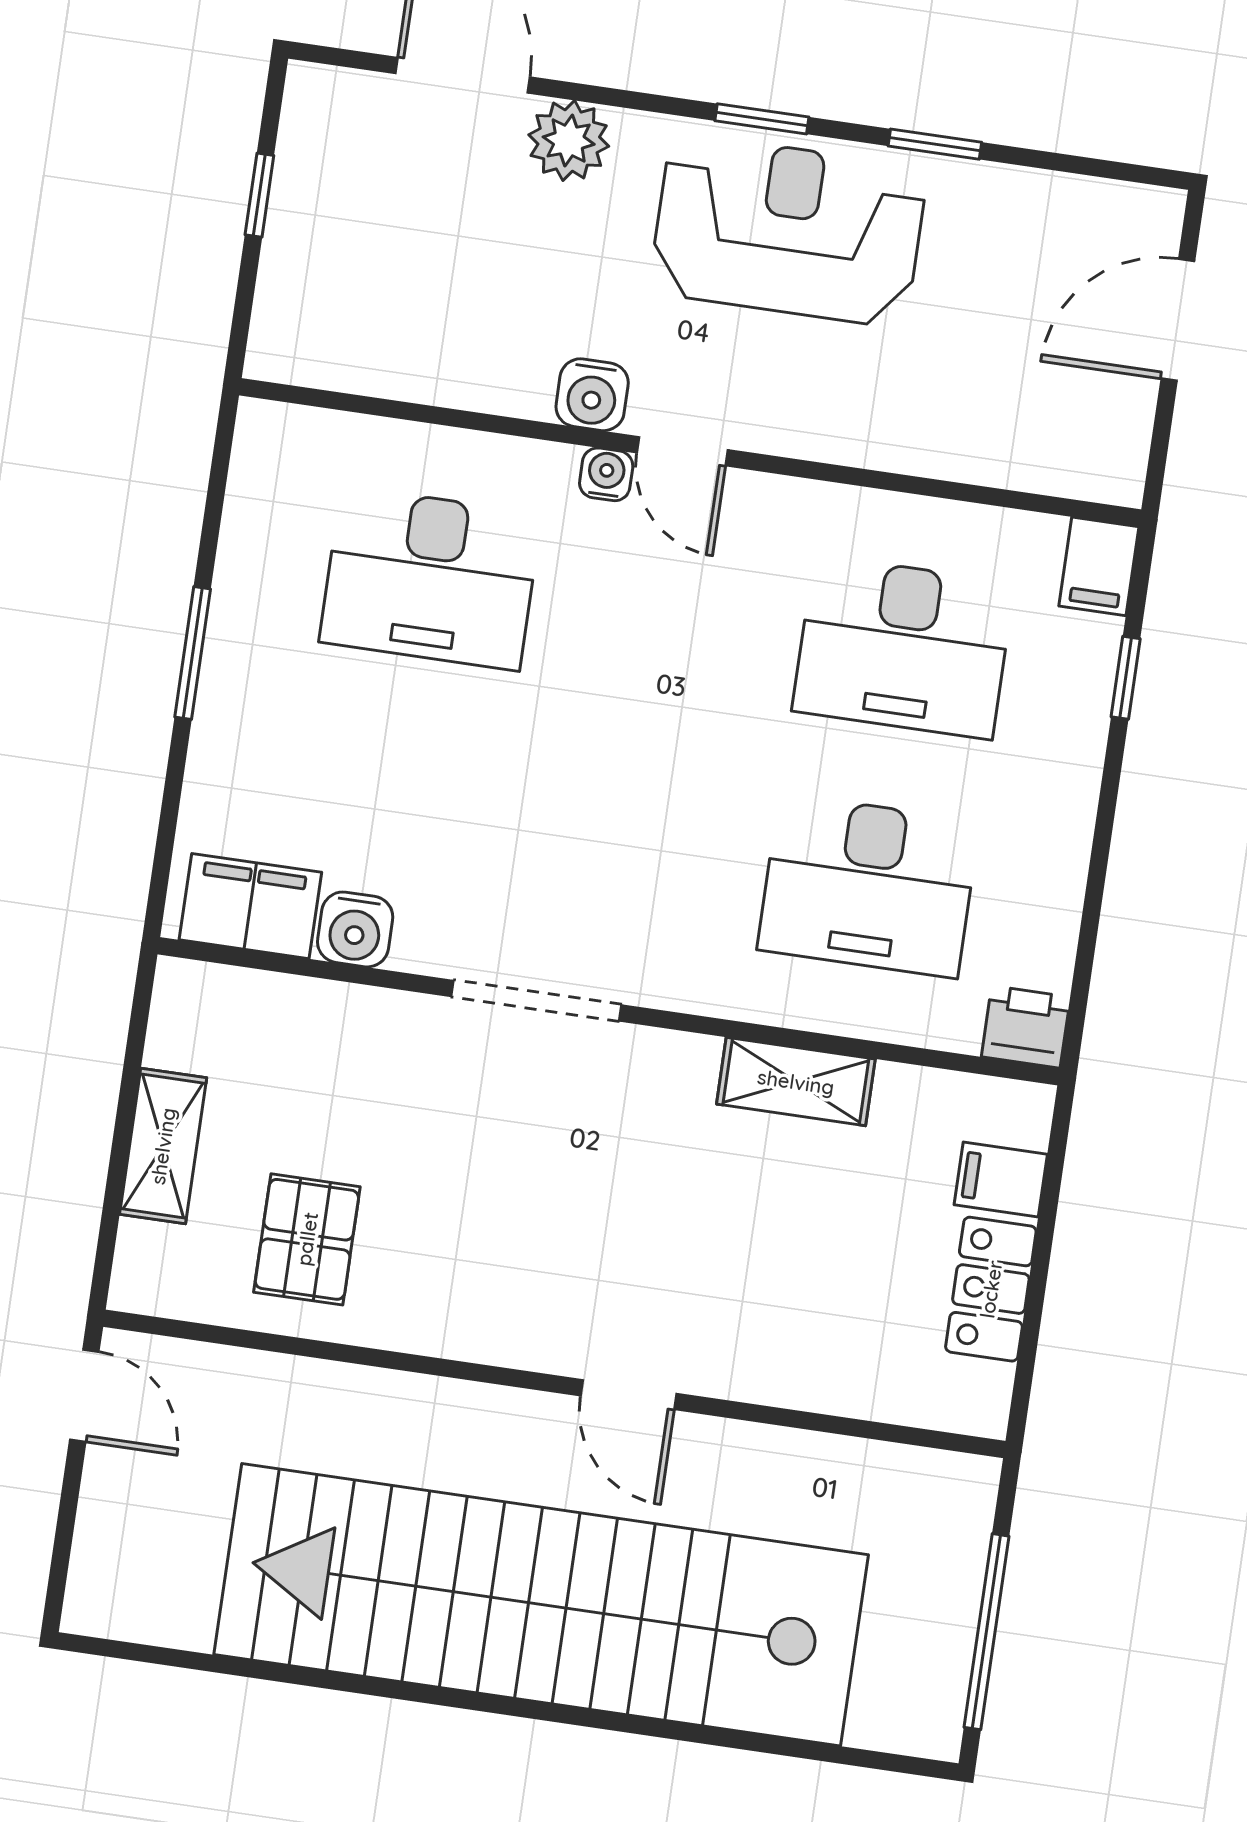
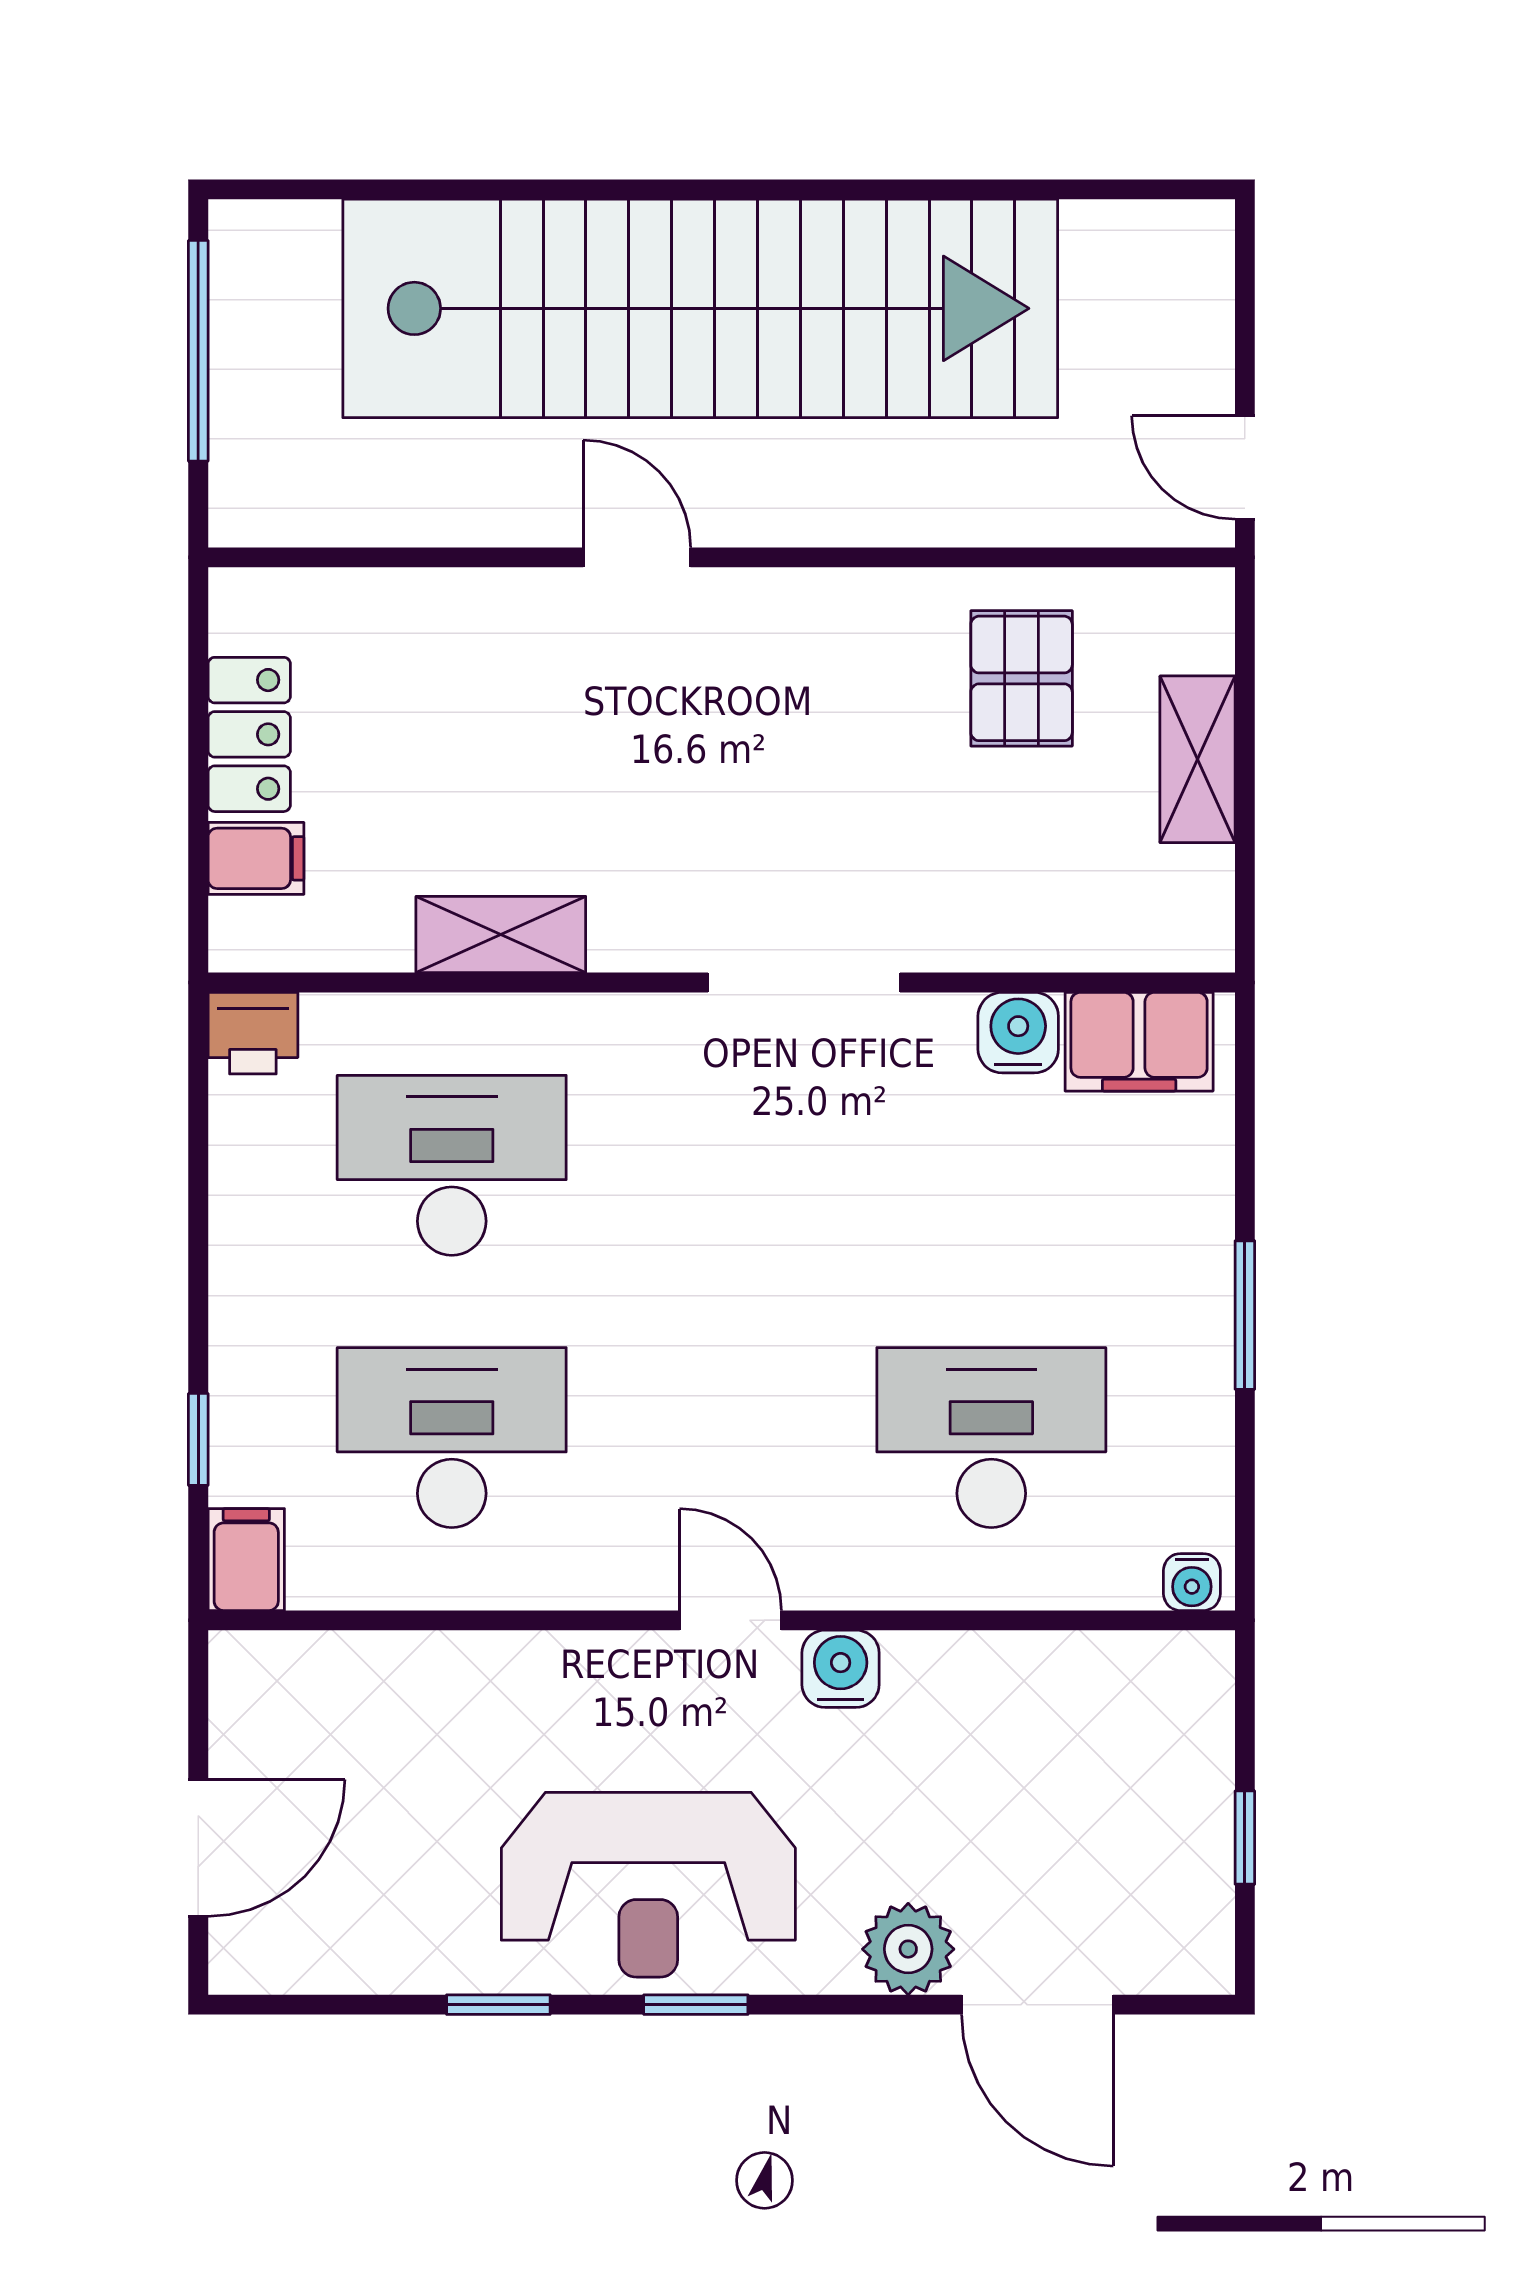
water cooler: (606, 474) -> (1192, 1582), moved

